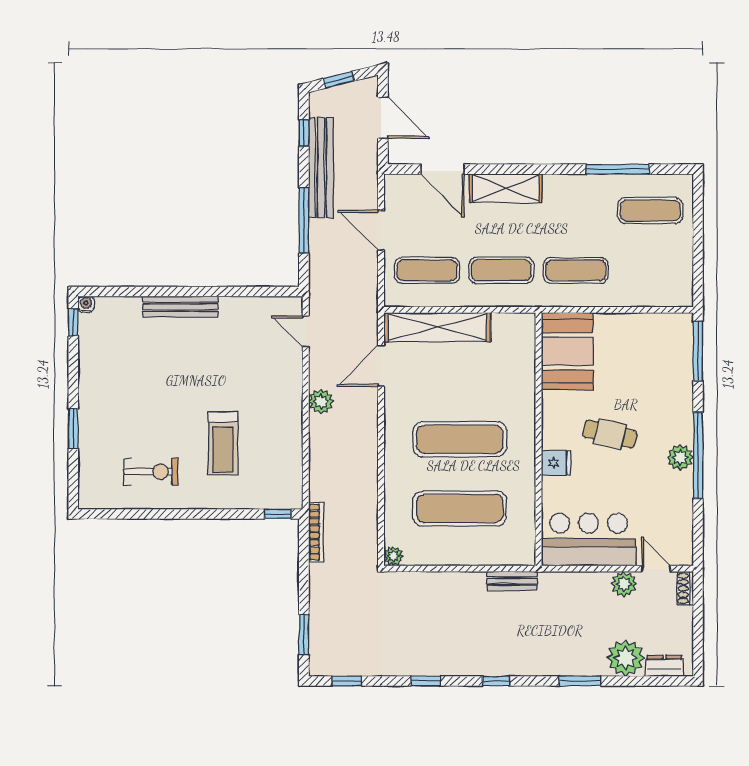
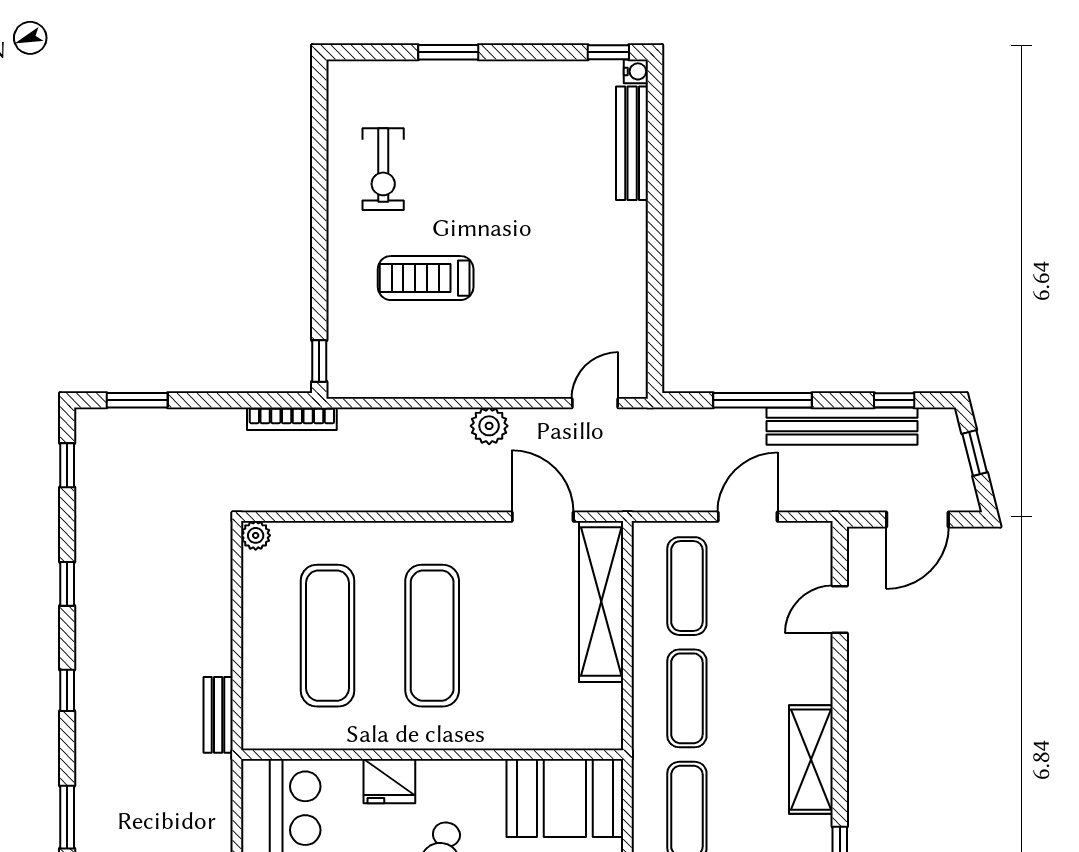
door: (442, 169) -> (840, 609), width x0.73
shelving: (506, 188) -> (811, 760), moved
bench: (180, 307) -> (632, 143), moved
fridge: (556, 463) -> (389, 781), width x1.38

